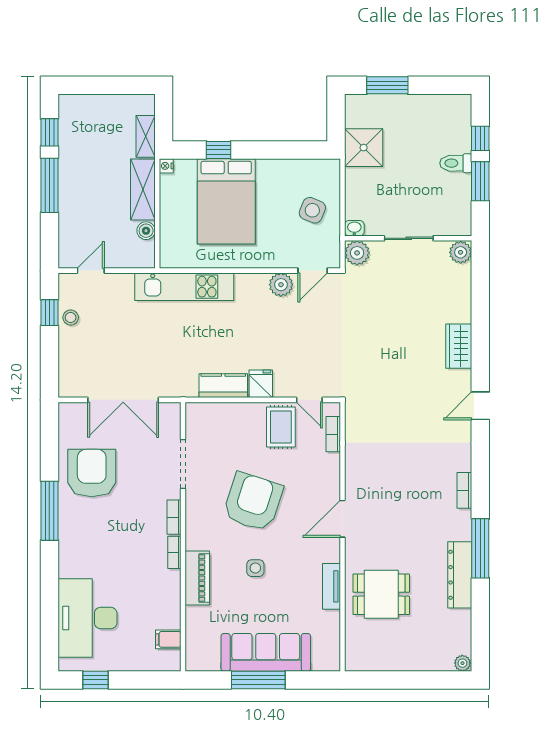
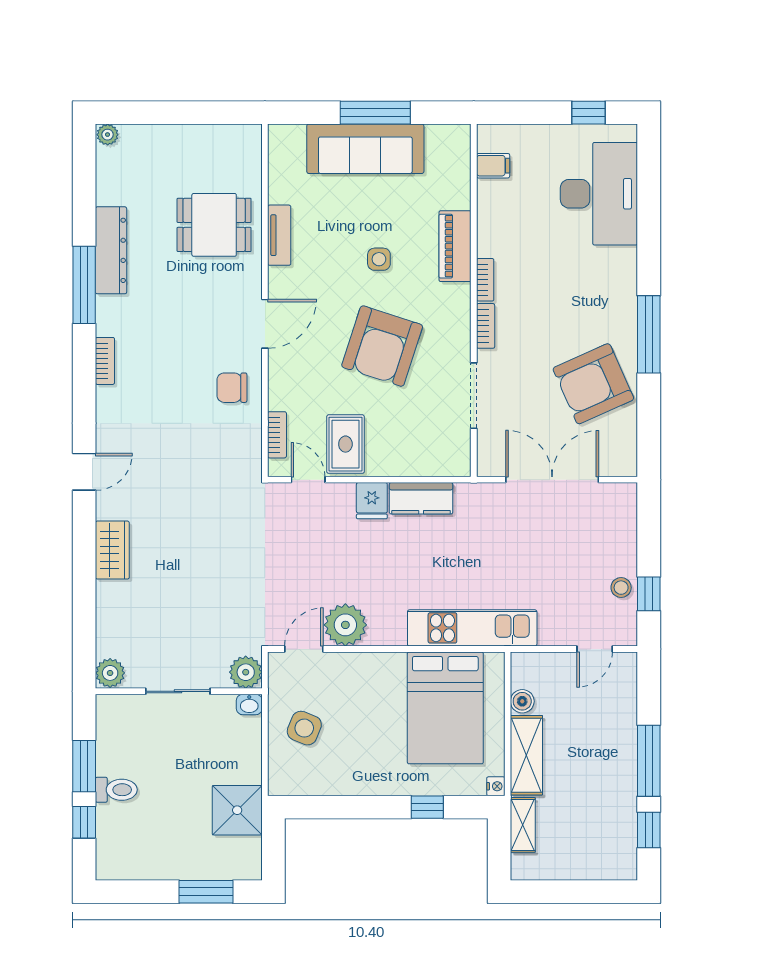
bed: (226, 201) -> (445, 708), moved, turned 180
plant: (281, 285) -> (345, 625), width x1.36, depth x1.36
chair: (368, 470) -> (232, 388), added
armchair: (92, 473) -> (593, 384), turned 66

